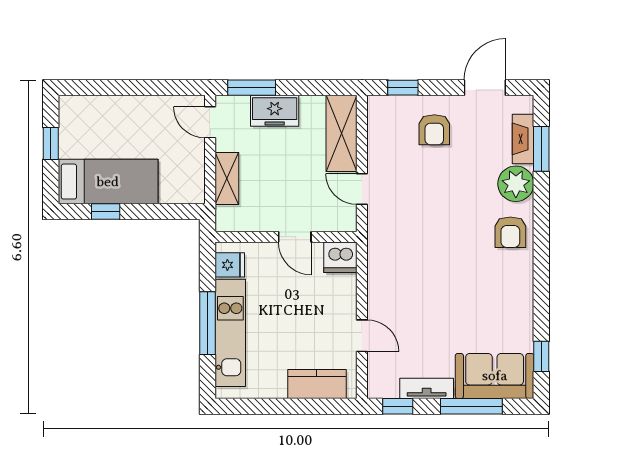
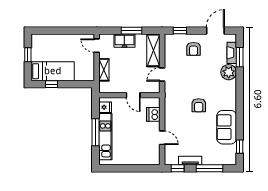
window: (252, 88) -> (131, 31), moved
door: (362, 189) -> (162, 74), hinge flipped
armchair: (510, 232) -> (199, 105), moved
dishwasher: (340, 257) -> (153, 114), moved, turned 90
sofa: (495, 376) -> (227, 127), moved, turned -90
kitchen counter: (317, 384) -> (143, 159), removed

